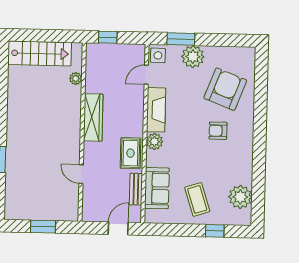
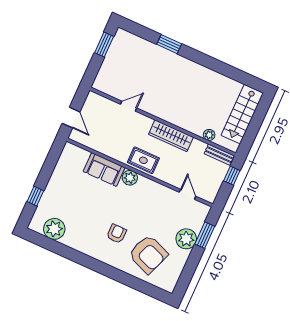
side table: (158, 55) -> (199, 211), removed
fireplace: (156, 110) -> (155, 190), removed
rug: (130, 153) -> (143, 160), moved
sofa: (157, 188) -> (104, 169), moved
bench: (136, 189) -> (219, 155), moved
coffee table: (197, 199) -> (67, 193), removed
window: (43, 227) -> (104, 45), moved

